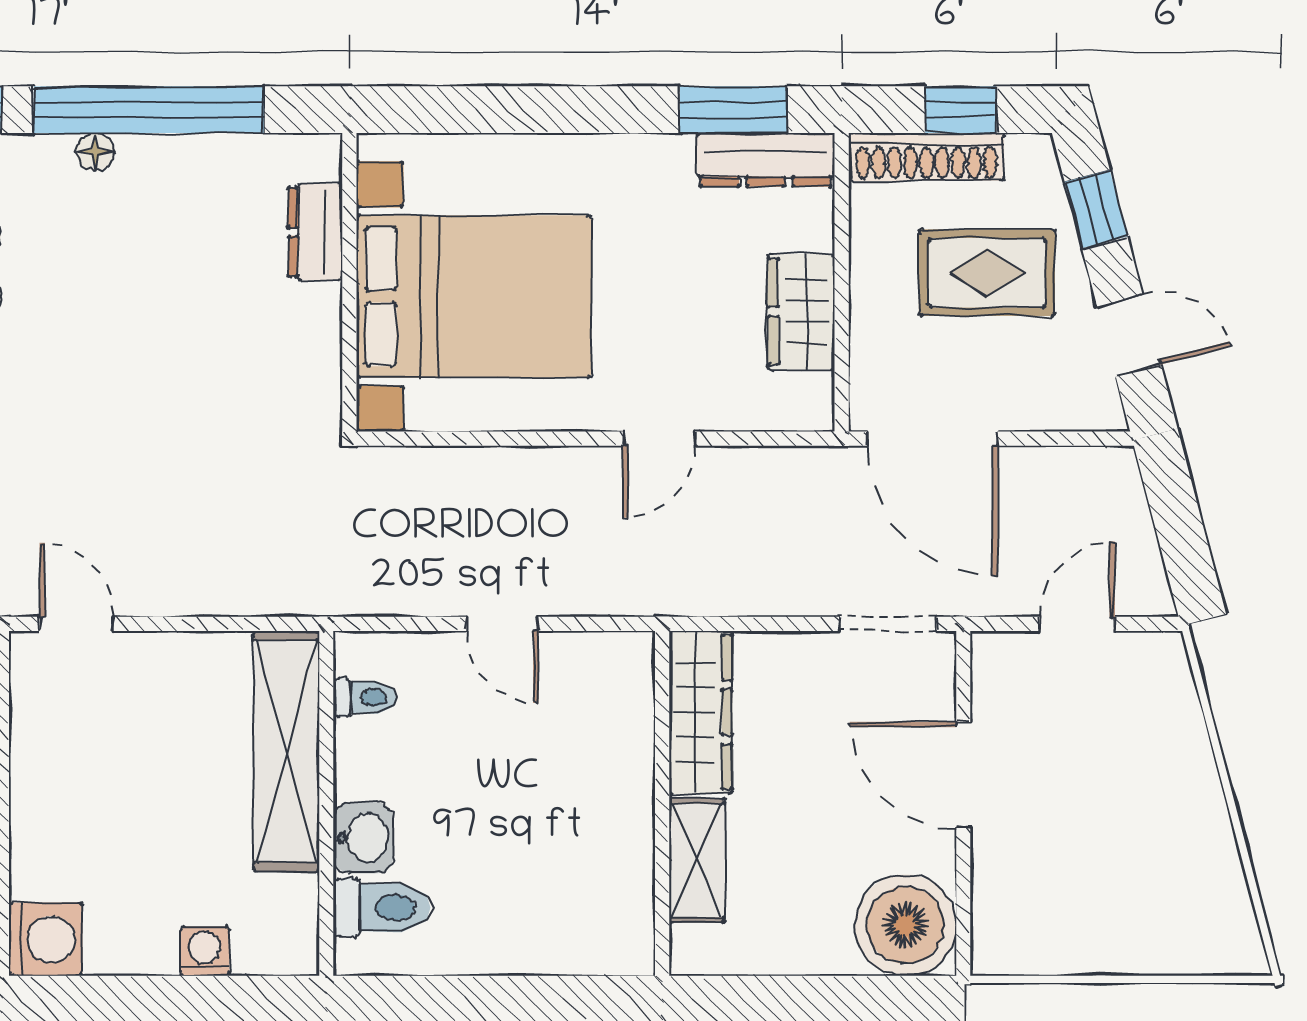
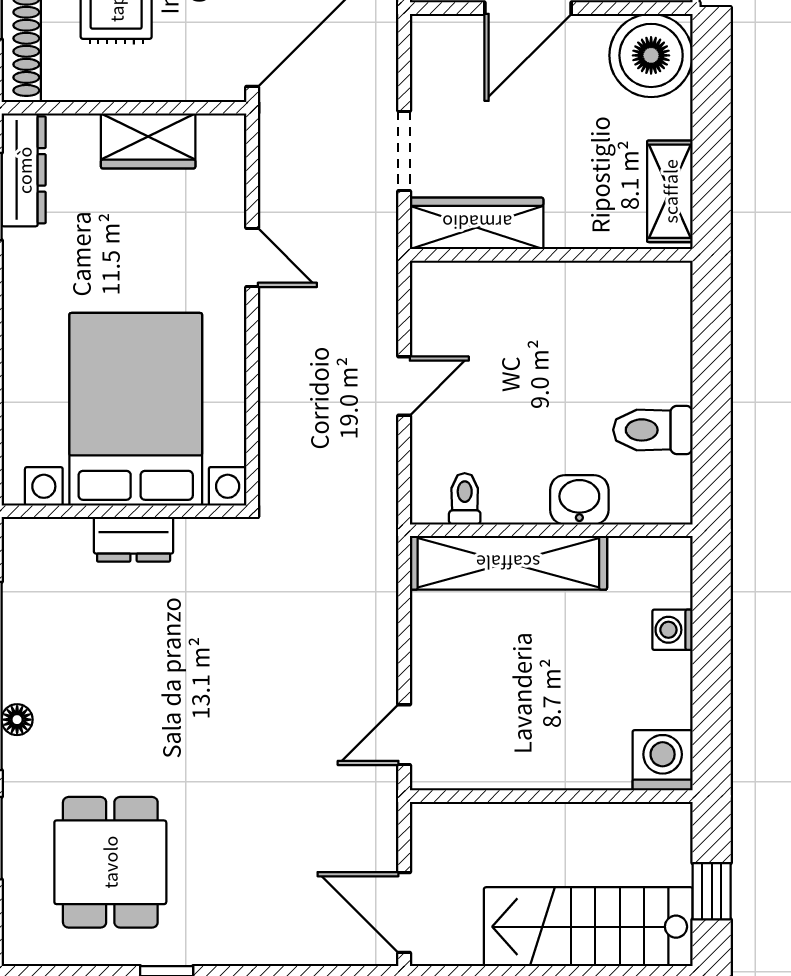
dresser: (315, 232) -> (134, 539), moved
doorway: (888, 624) -> (404, 151), moved
shelving: (697, 860) -> (670, 191), moved, turned 90
toilet: (382, 908) -> (653, 430), moved, turned -90

